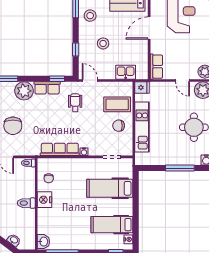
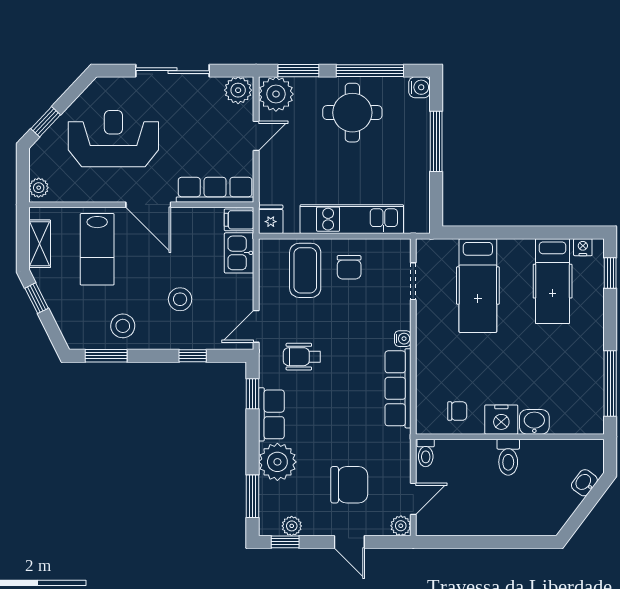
row of seats: (156, 67) -> (215, 190), width x1.48
filing cabinet: (142, 72) -> (239, 220), added
washbasin: (43, 242) -> (534, 422), moved

